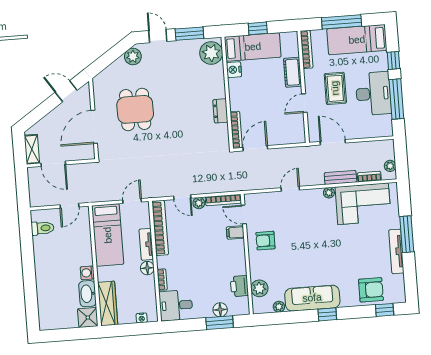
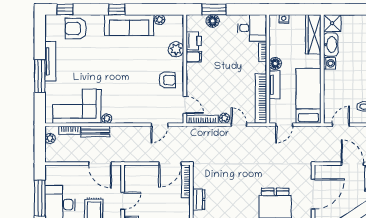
door: (290, 189) -> (160, 125), moved
filing cabinet: (235, 233) -> (194, 57), moved
plant: (259, 288) -> (176, 49), moved

